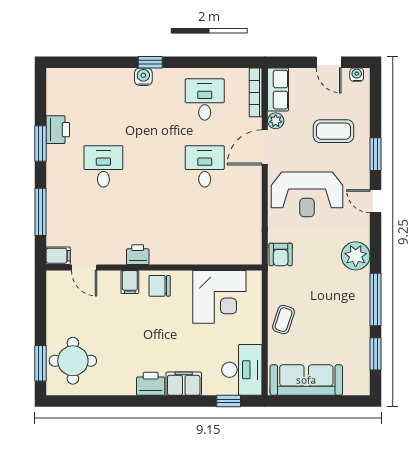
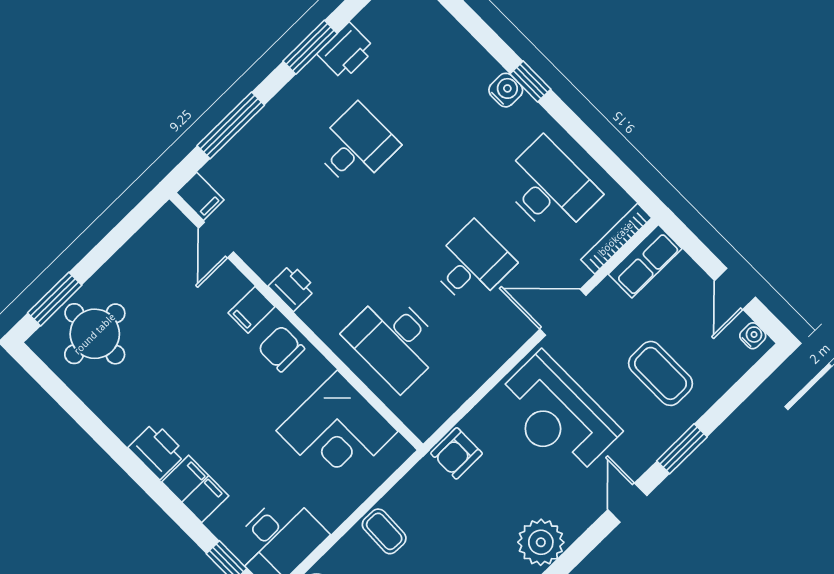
desk: (205, 100) -> (550, 188), width x1.37
plant: (276, 121) -> (606, 294), removed
desk: (205, 233) -> (394, 341), added
coffee table: (284, 320) -> (384, 531), turned 74

